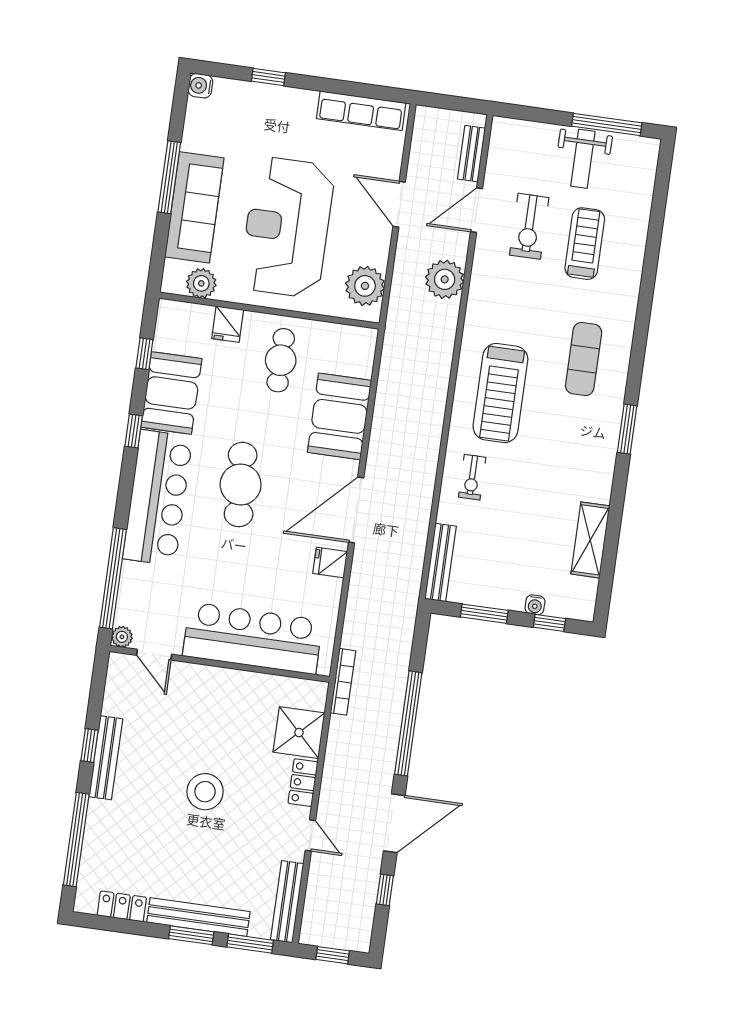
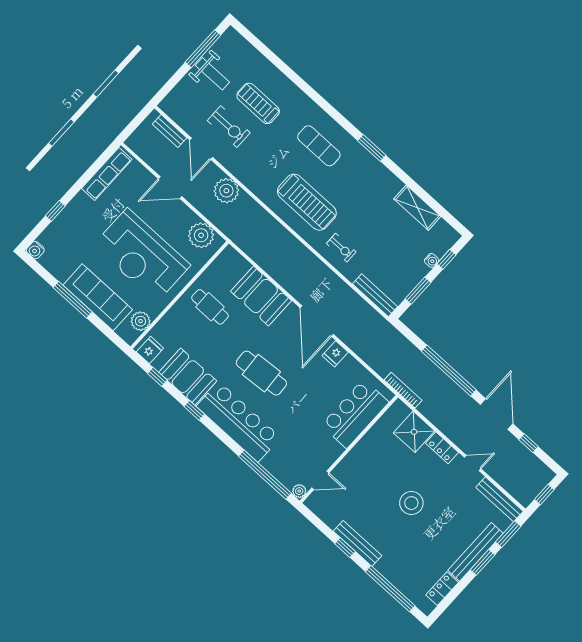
fridge: (228, 324) -> (150, 350), moved, turned -90
bar counter: (253, 638) -> (355, 414), width x0.73

